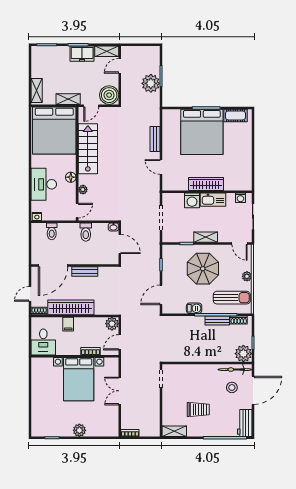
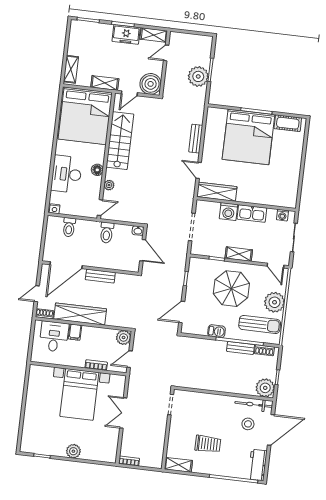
wardrobe: (206, 184) -> (217, 192), moved
plant: (247, 276) -> (275, 302), width x1.88, depth x1.88
desk: (43, 342) -> (54, 337), moved, turned 180

